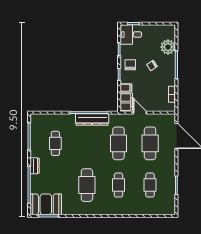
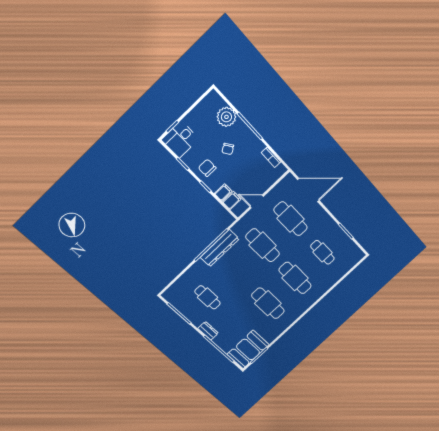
filing cabinet: (126, 102) -> (232, 200), width x0.50
cafe table: (118, 185) -> (295, 278), width x1.37, depth x1.35

